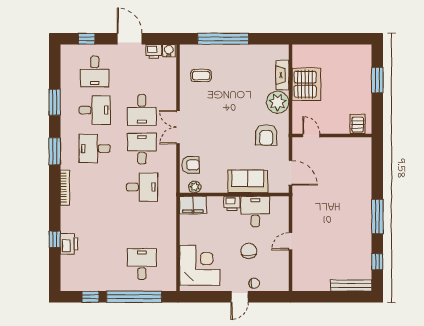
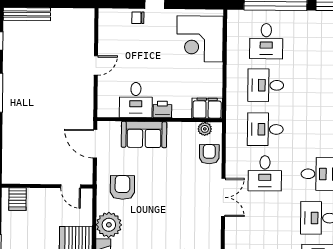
desk: (142, 110) -> (266, 85), moved, turned -90
armchair: (191, 165) -> (209, 154), turned 90
chair: (249, 251) -> (144, 55), removed

